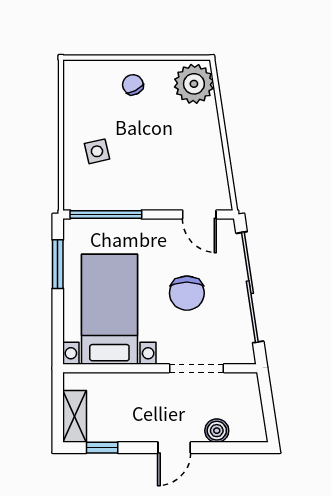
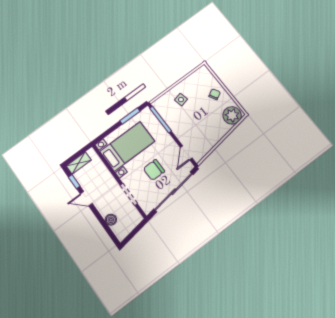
door: (174, 448) -> (86, 199), moved

